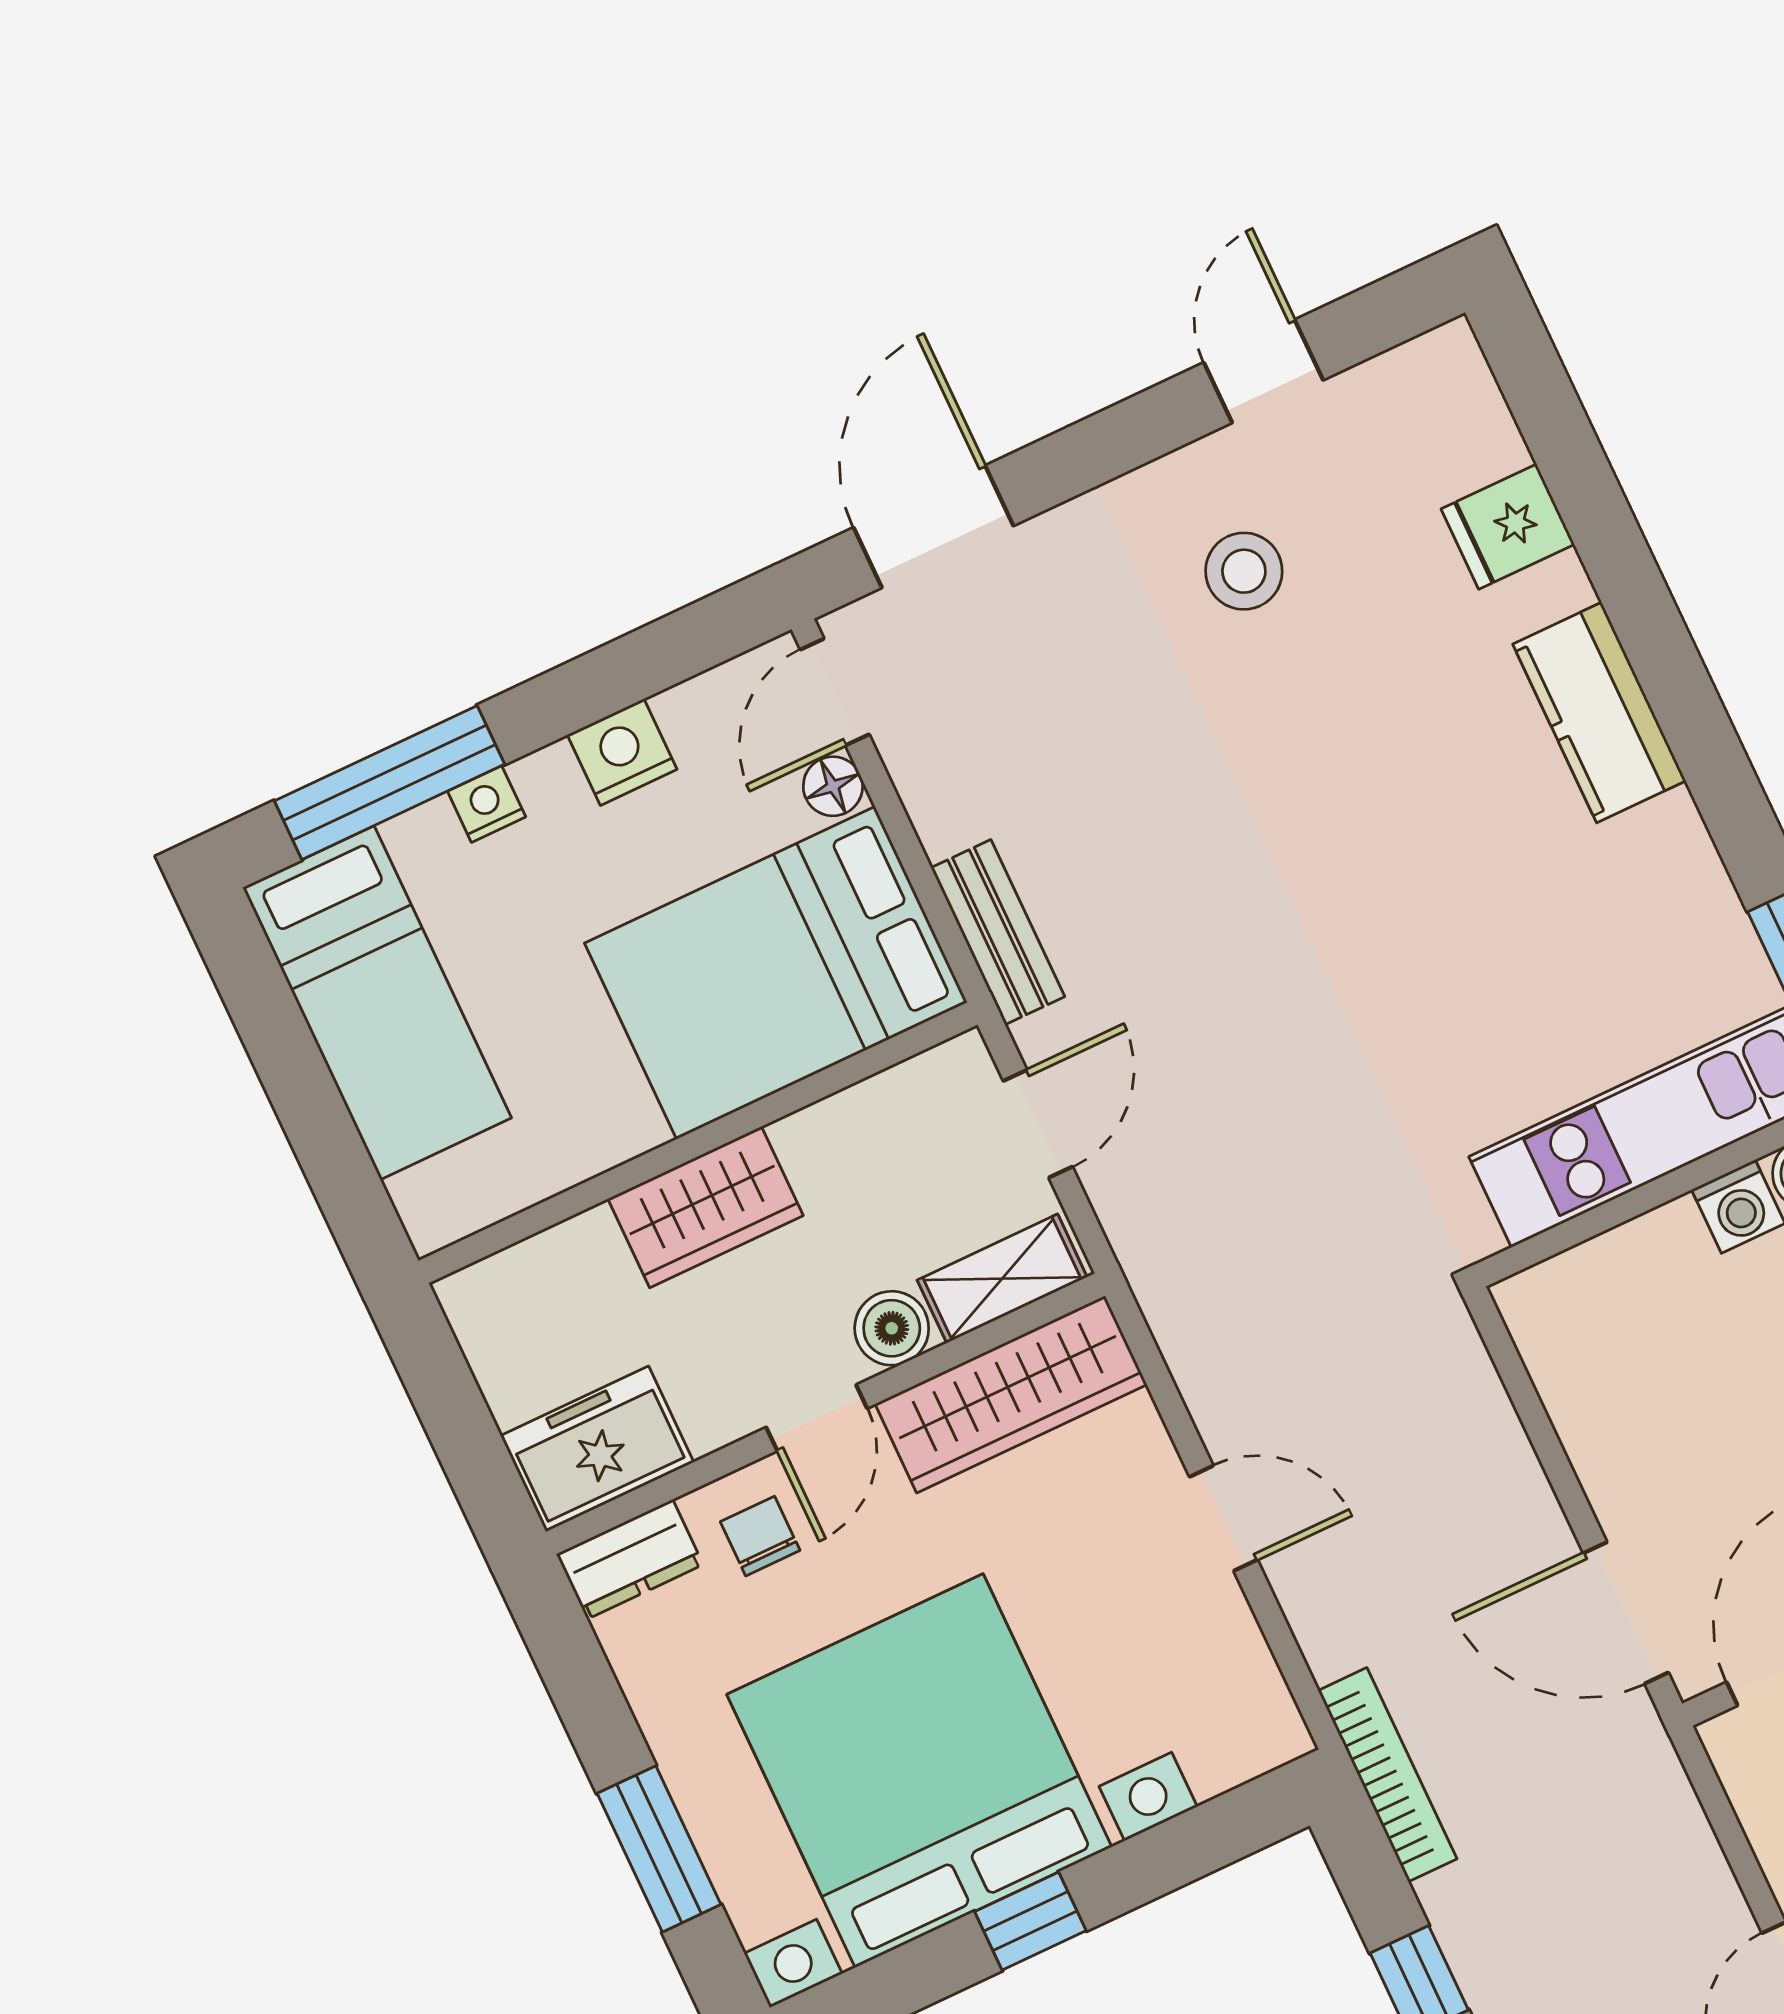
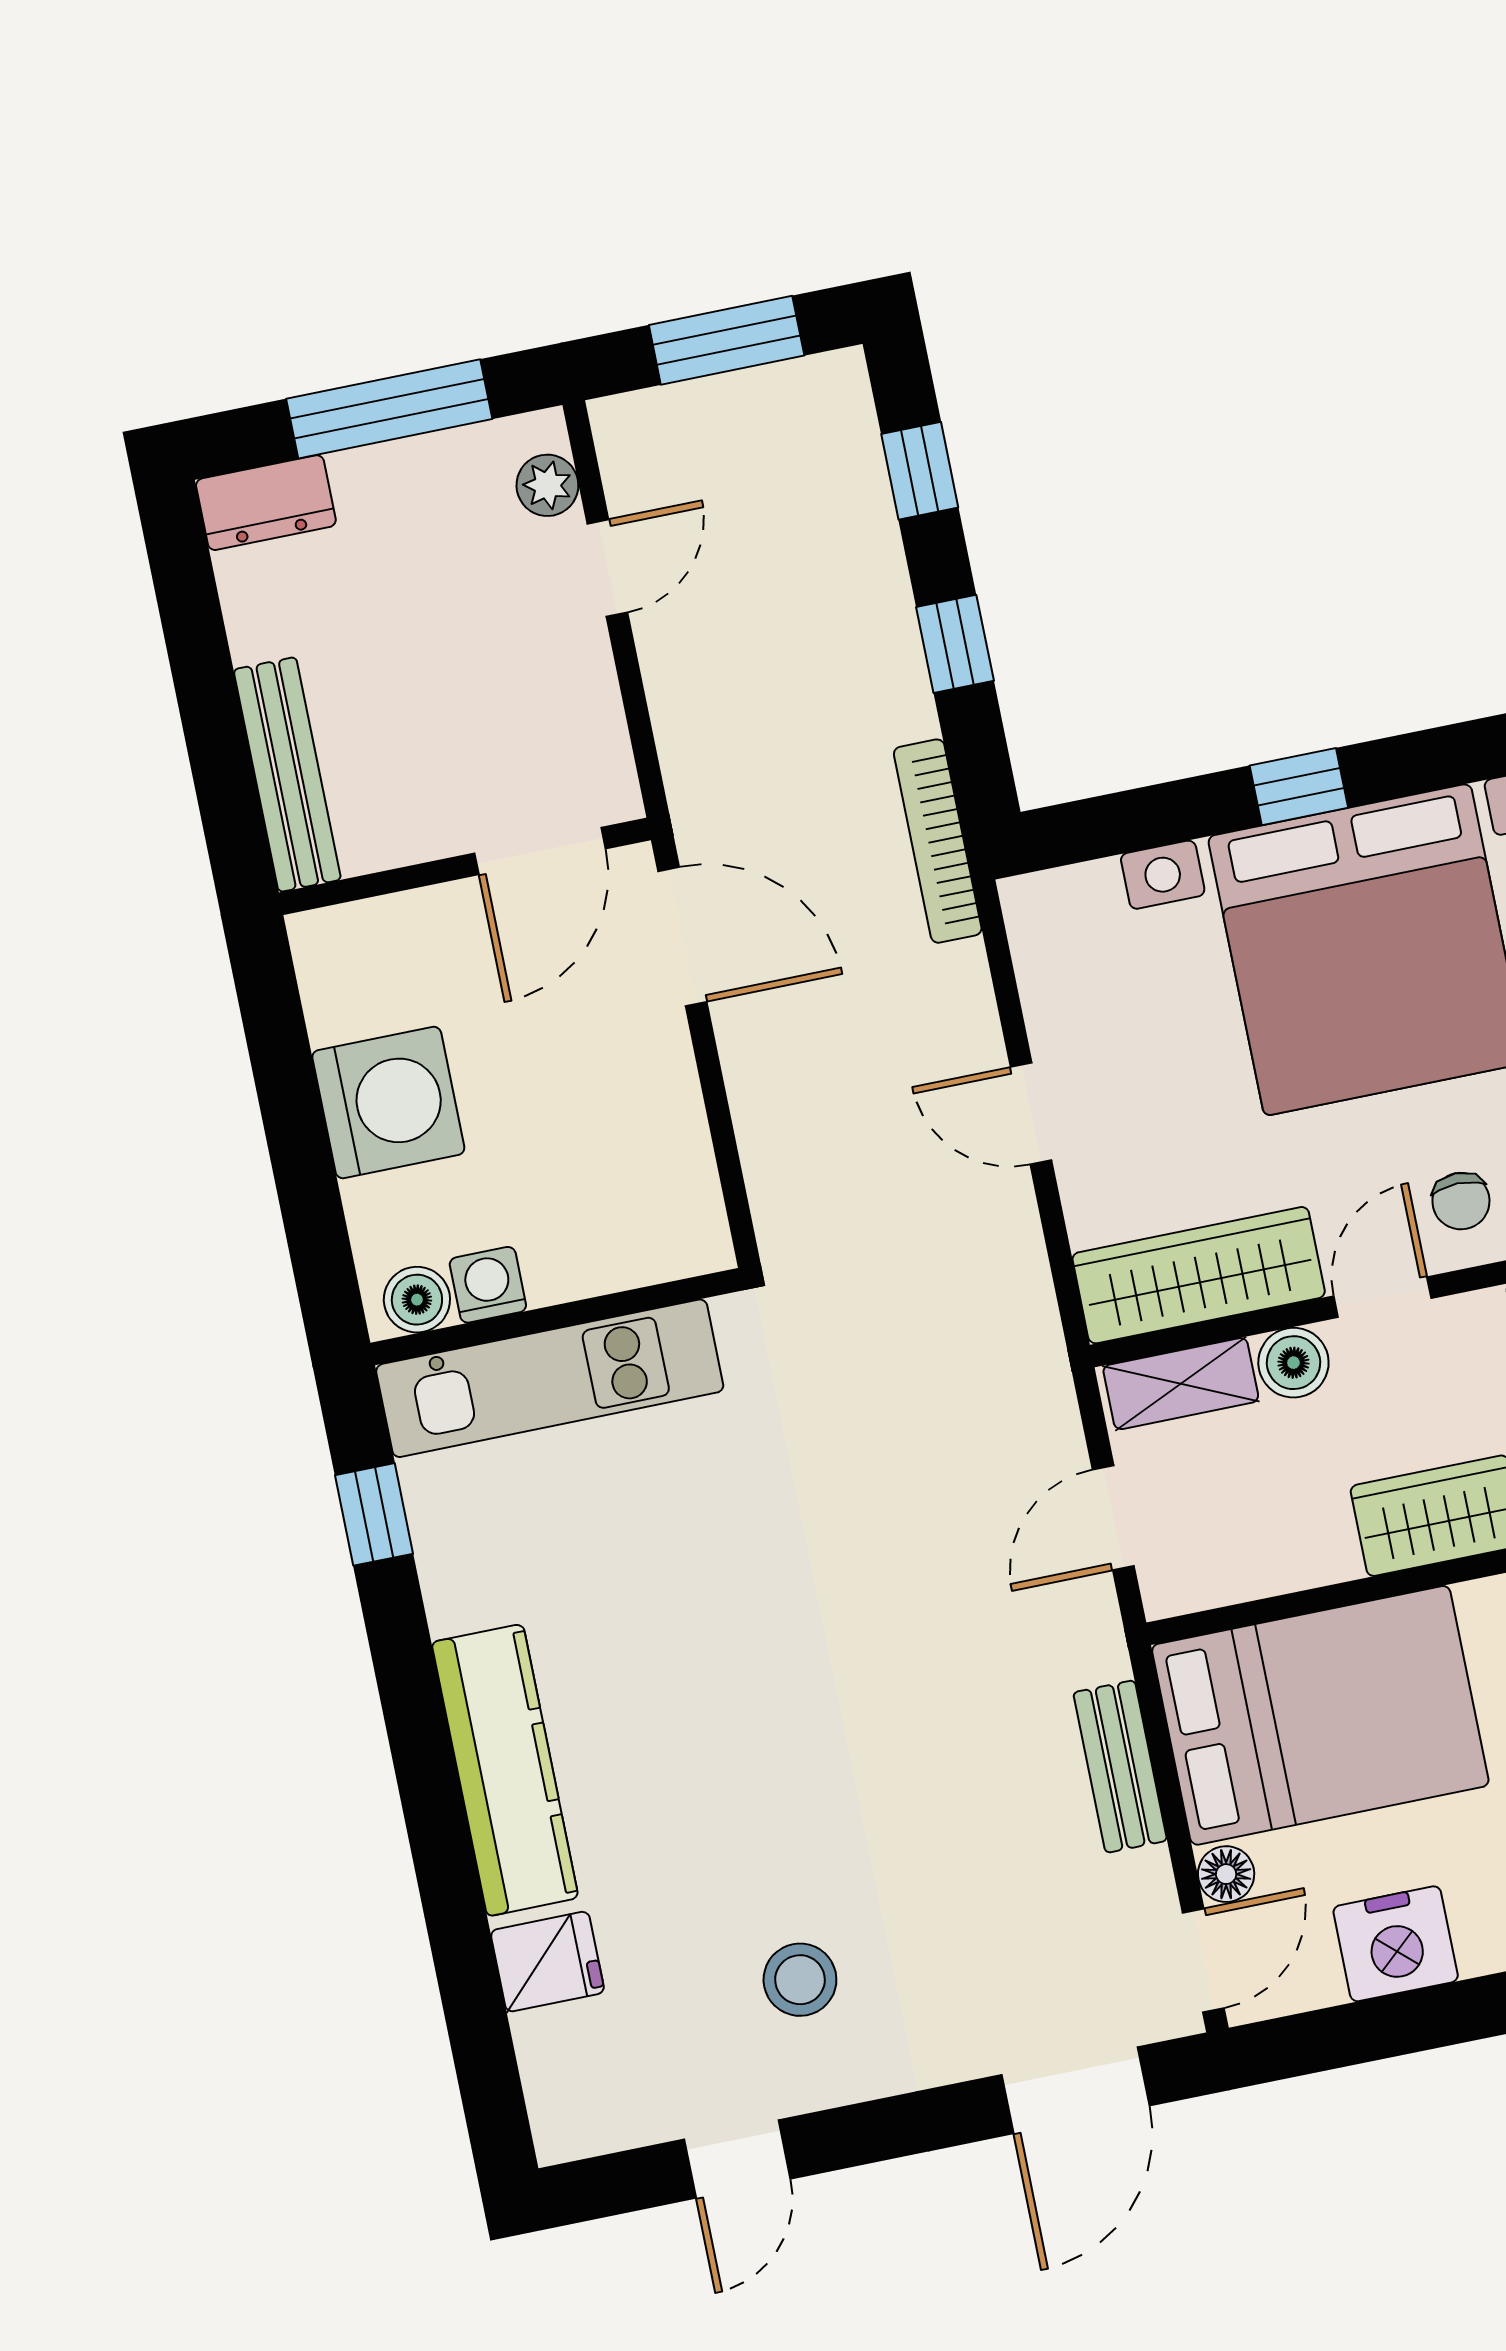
kitchen counter: (1599, 713) -> (505, 1770), width x1.50
nightstand: (622, 752) -> (1396, 1944), width x1.36, depth x1.33
bench: (998, 932) -> (1120, 1767), moved

